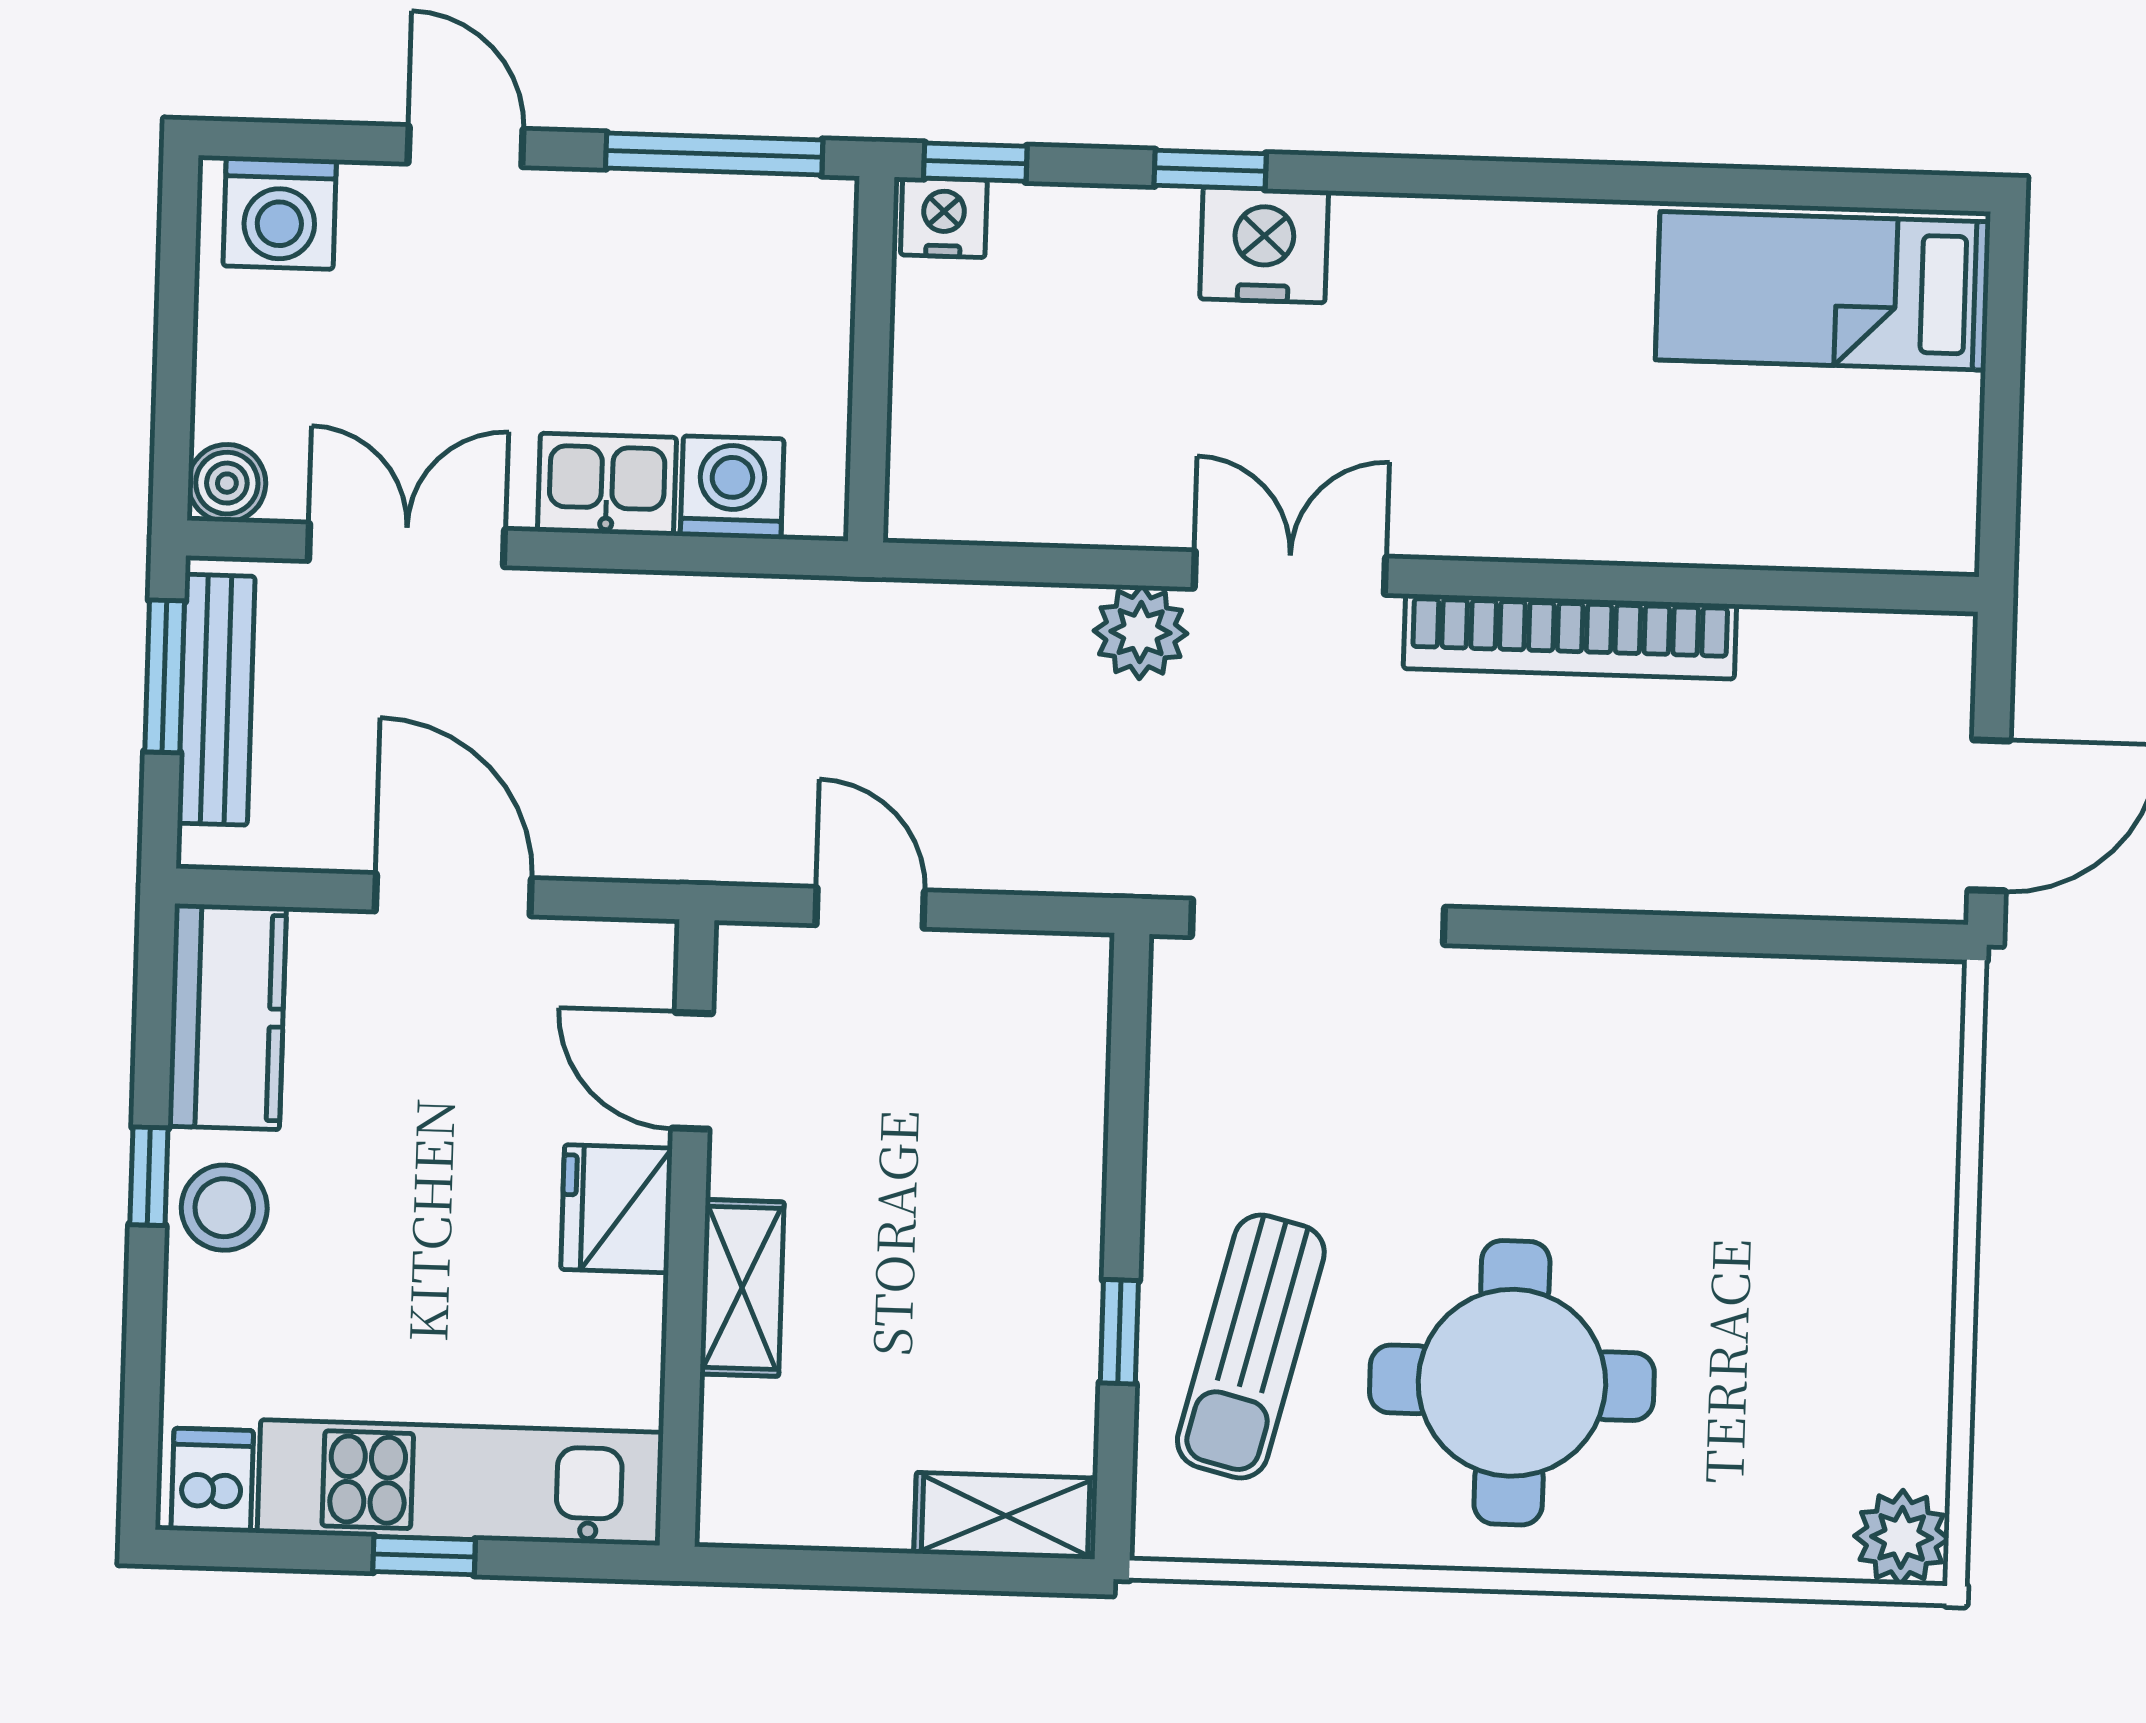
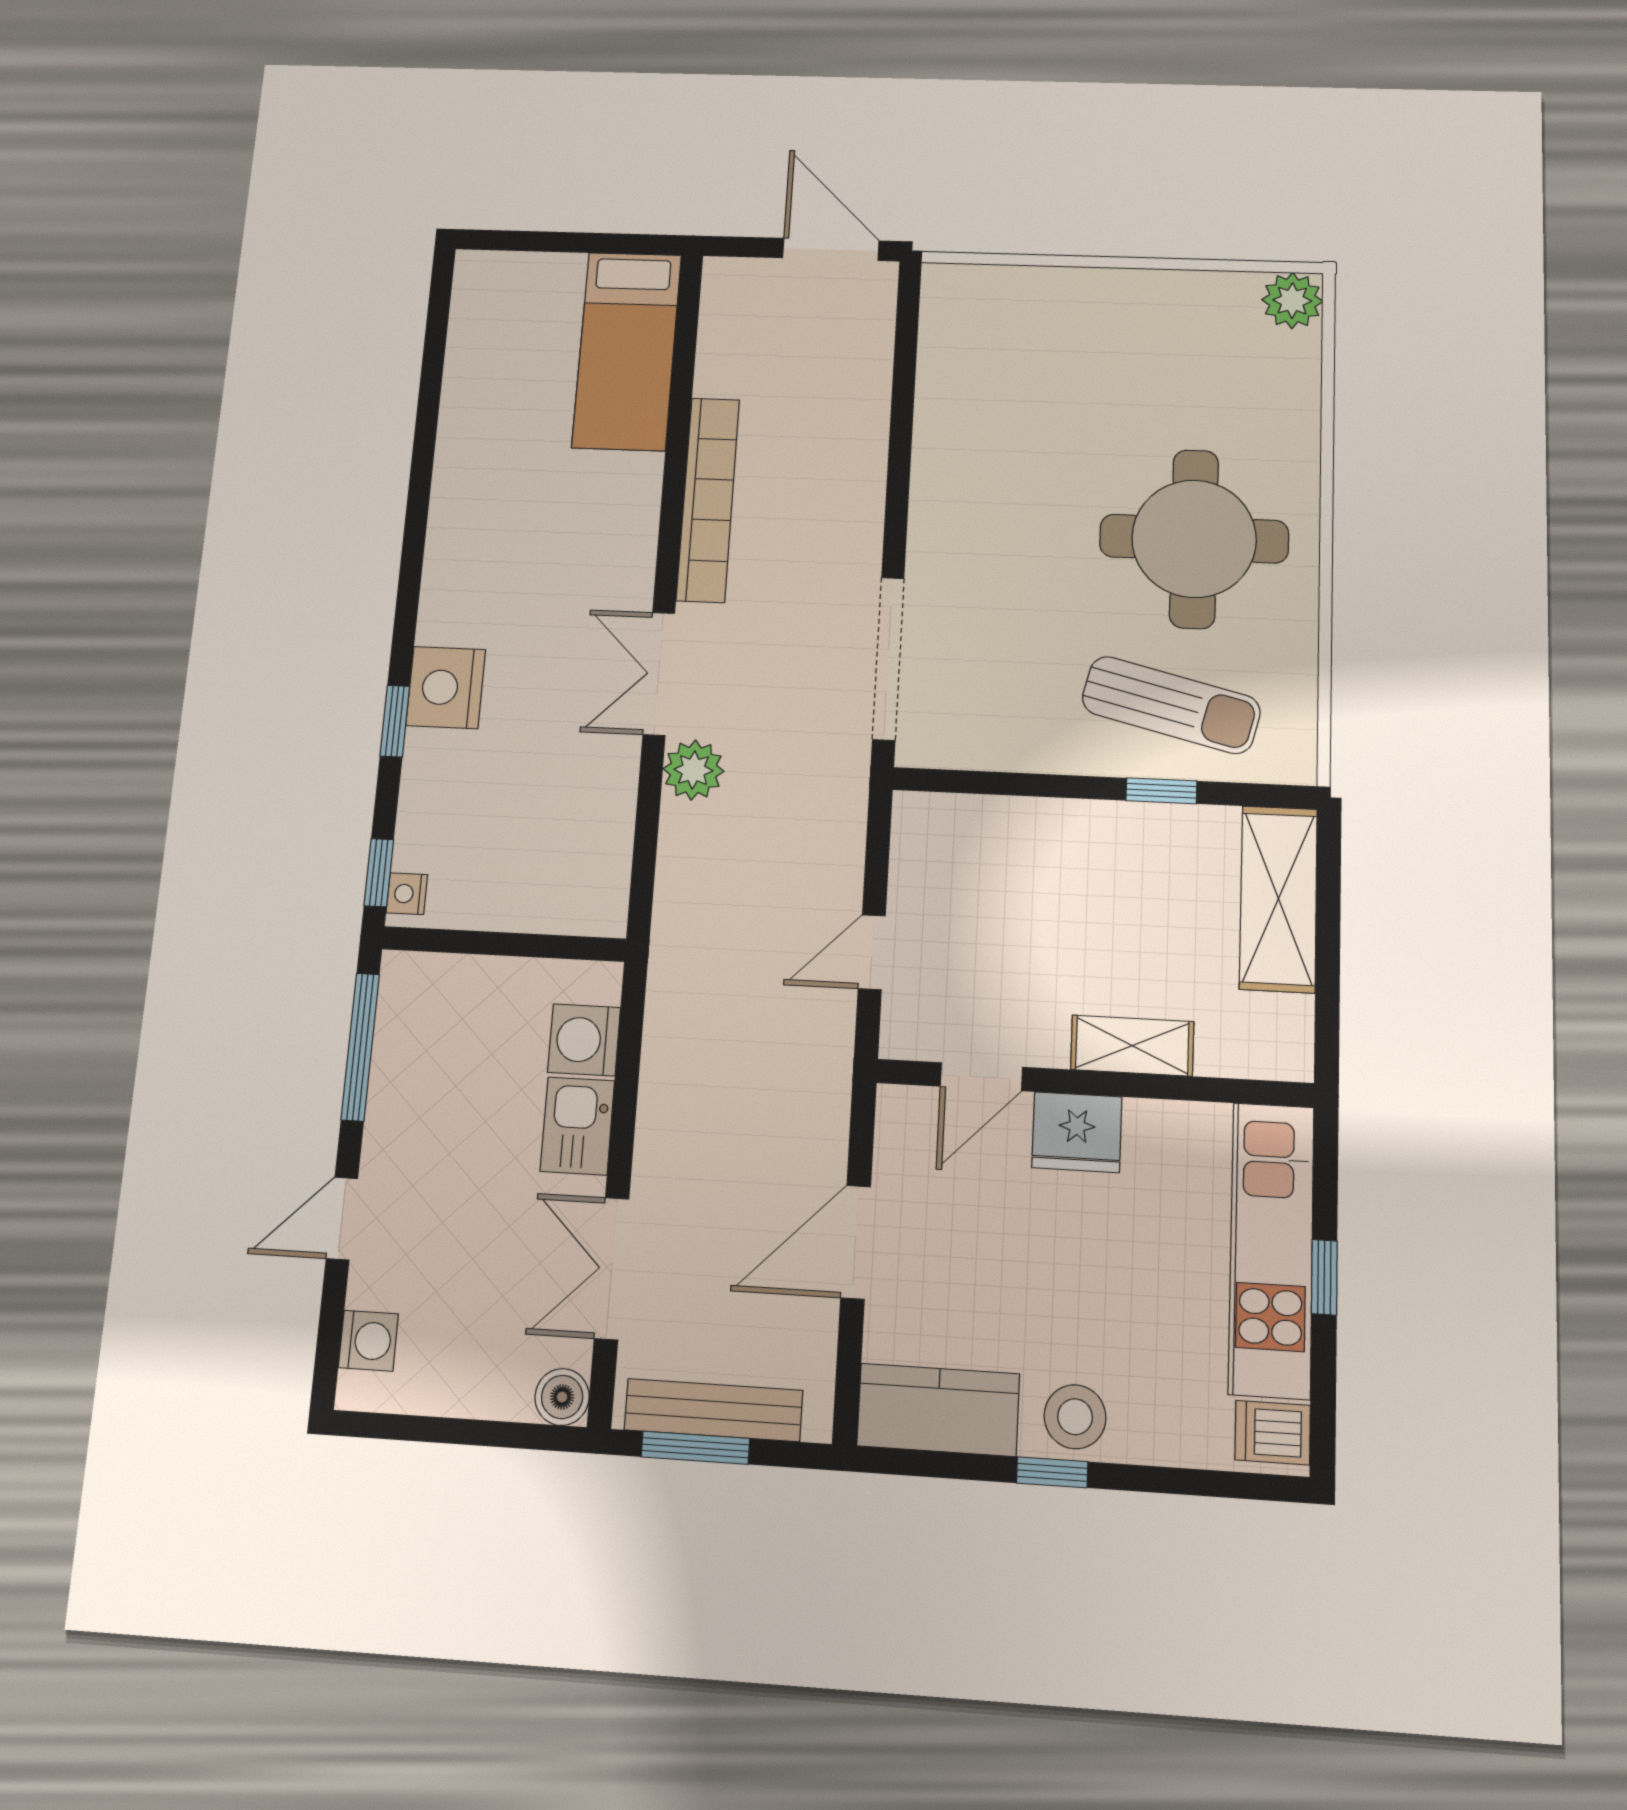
washing machine: (280, 213) -> (368, 1341), width x0.73, depth x0.73
nightstand: (944, 218) -> (407, 894), width x0.72, depth x0.74
bed: (1823, 291) -> (627, 351), moved
shelving: (1006, 1516) -> (1279, 899), width x1.50, depth x1.33

